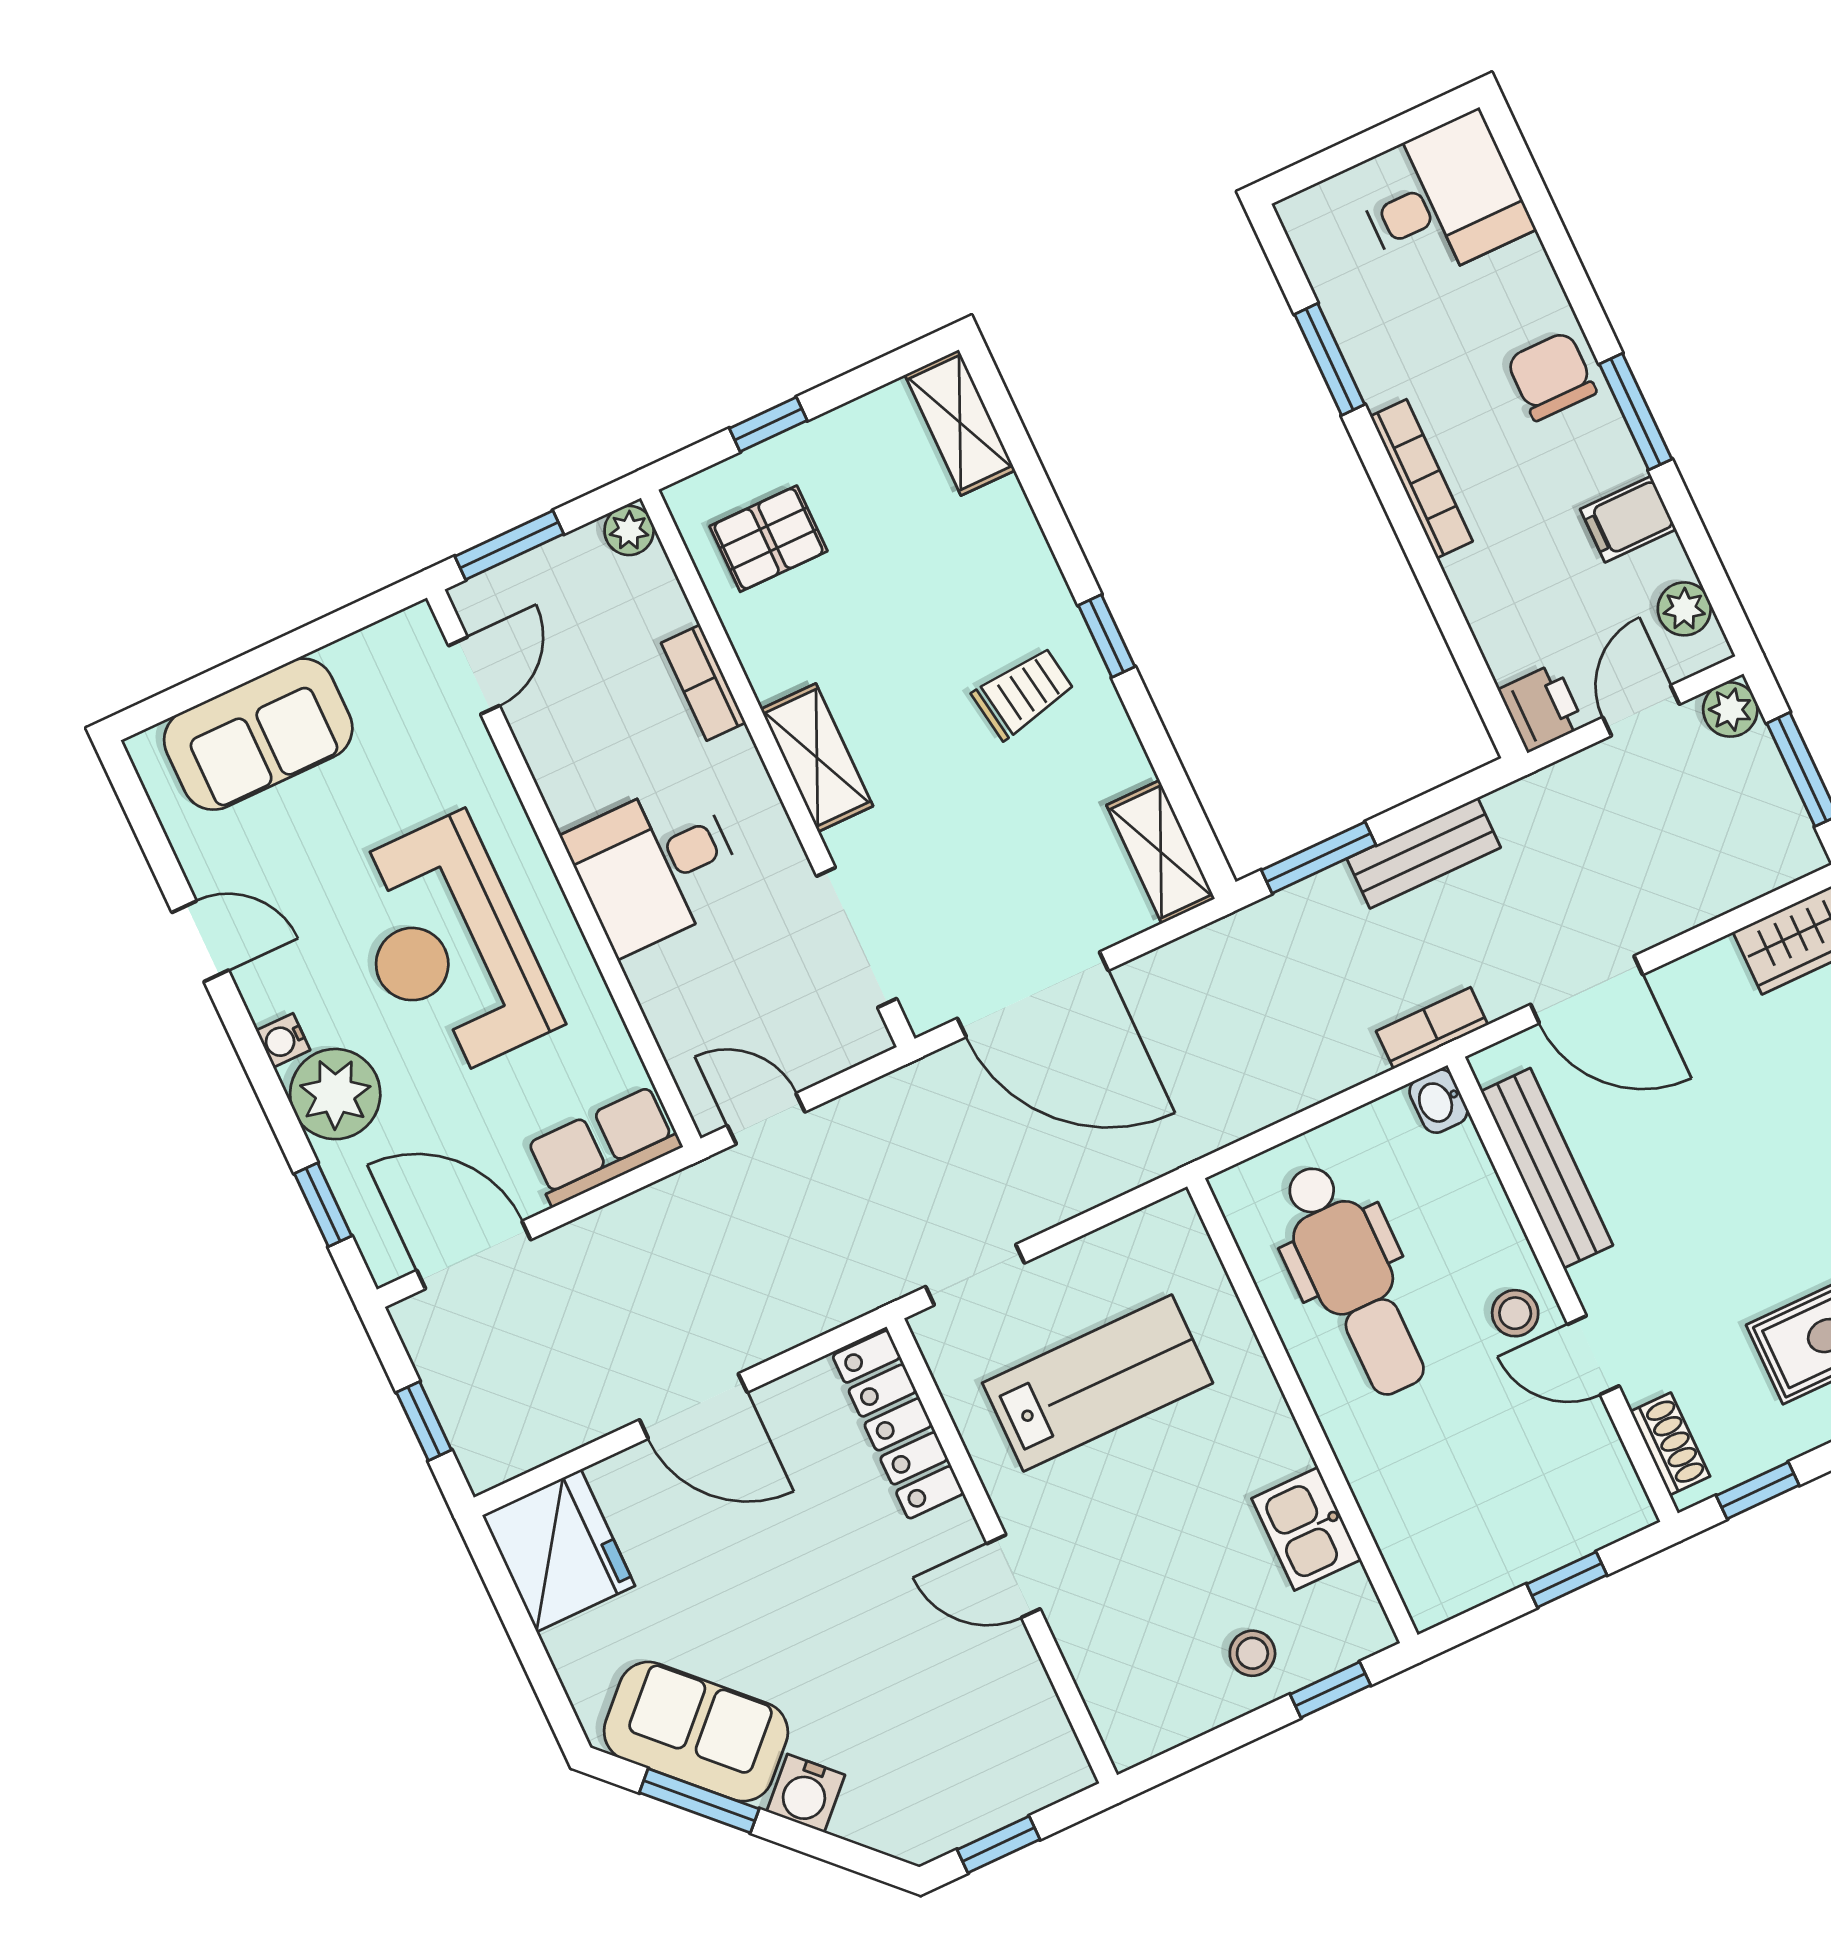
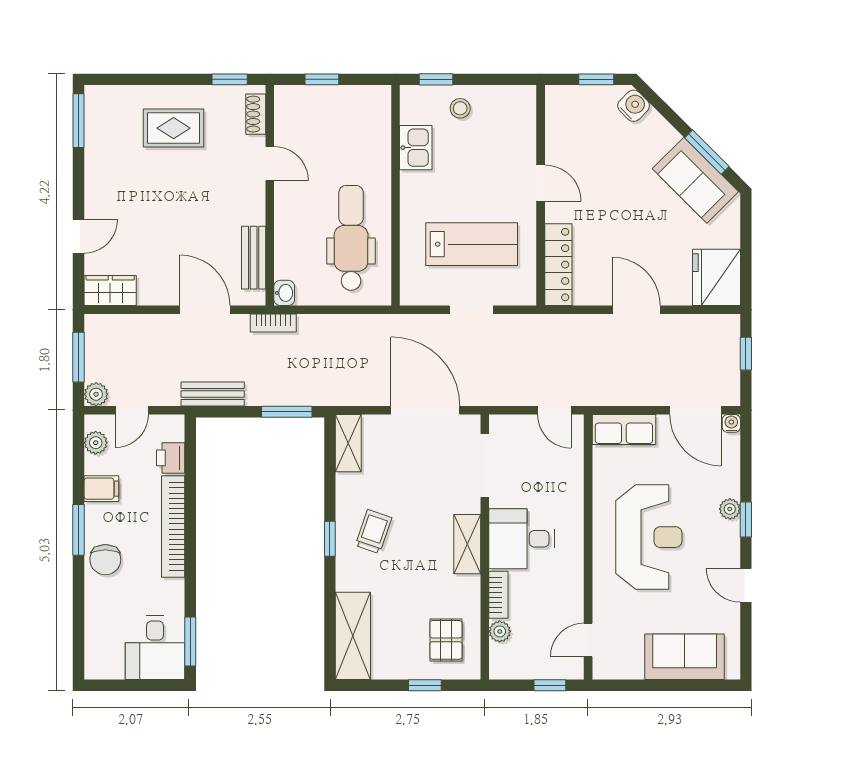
desk: (1442, 199) -> (155, 648), moved, turned -90
window: (1330, 359) -> (190, 641), moved
shelving: (960, 423) -> (353, 636), width x1.50, depth x1.33
bookcase: (1421, 479) -> (173, 526), width x1.48, depth x1.31
plant: (629, 530) -> (500, 631), moved
pallet: (769, 539) -> (446, 640), turned 90
window: (509, 545) -> (550, 685), width x0.67
trolley: (1023, 693) -> (373, 532), turned 118
printer: (1541, 708) -> (171, 458), moved
bench: (1424, 853) -> (213, 394), moved
desk: (656, 866) -> (522, 539), moved, turned 180
water cooler: (283, 1040) -> (731, 423), moved, turned -90
plant: (335, 1094) -> (730, 509), width x0.53, depth x0.53
bench: (1547, 1168) -> (254, 258), width x0.73
window: (323, 1205) -> (746, 519), moved
doorway: (975, 1275) -> (471, 310), moved
stool: (1515, 1313) -> (293, 195), removed
lab bench: (1098, 1383) -> (472, 244), turned 180
water cooler: (806, 1793) -> (634, 106), moved

